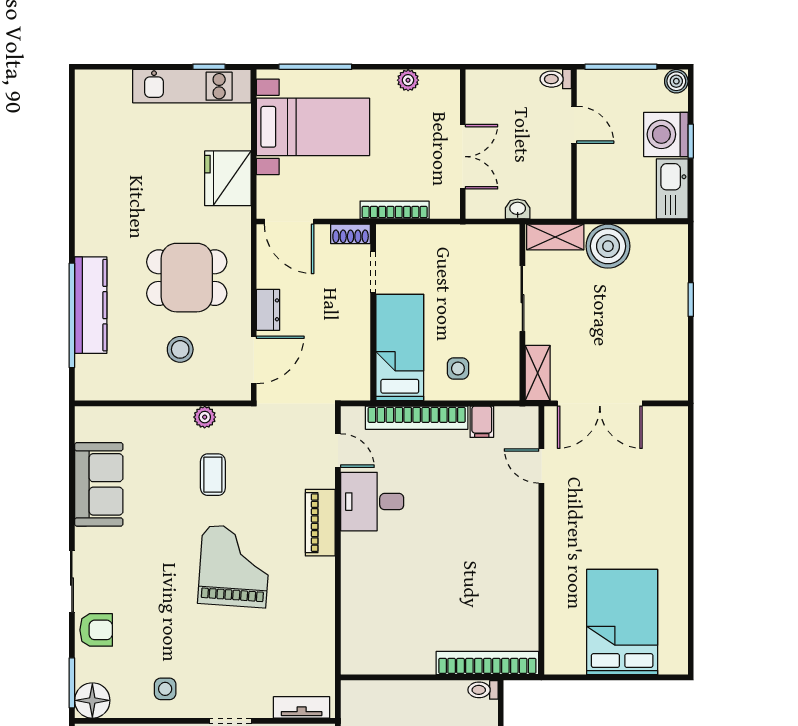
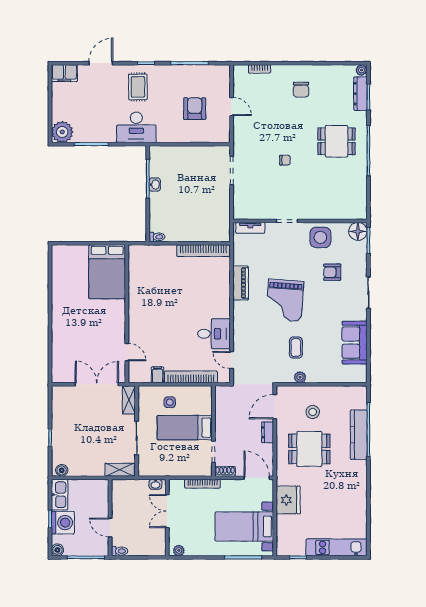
plant: (408, 80) -> (179, 550), moved
kitchen unit: (192, 86) -> (337, 547), moved
washbasin: (518, 209) -> (155, 484), moved
boiler: (608, 246) -> (62, 470), moved, width x0.54, depth x0.54
bed: (400, 347) -> (185, 428), moved, turned 90
piano: (320, 523) -> (241, 283), moved
bed: (622, 622) -> (107, 272), moved
armchair: (96, 630) -> (332, 272), moved
bookcase: (487, 663) -> (203, 251), moved
side table: (165, 689) -> (320, 237), width x1.87, depth x1.87

